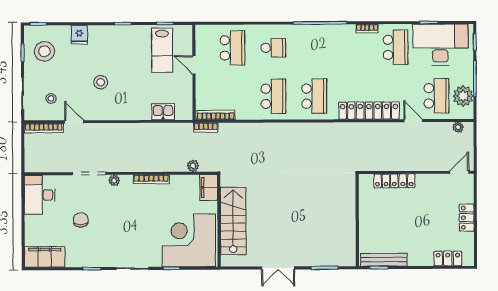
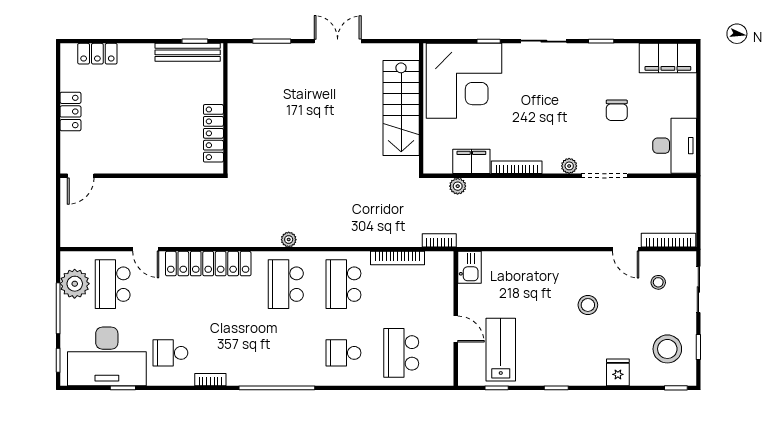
school desk: (395, 47) -> (170, 353), width x0.54
kitchen sink: (163, 112) -> (469, 267), moved, turned -90
bookcase: (216, 115) -> (397, 258), moved
plant: (458, 127) -> (289, 240), moved
locker: (394, 181) -> (213, 133), moved, turned -90
filing cabinet: (209, 188) -> (471, 161), moved, turned -90

